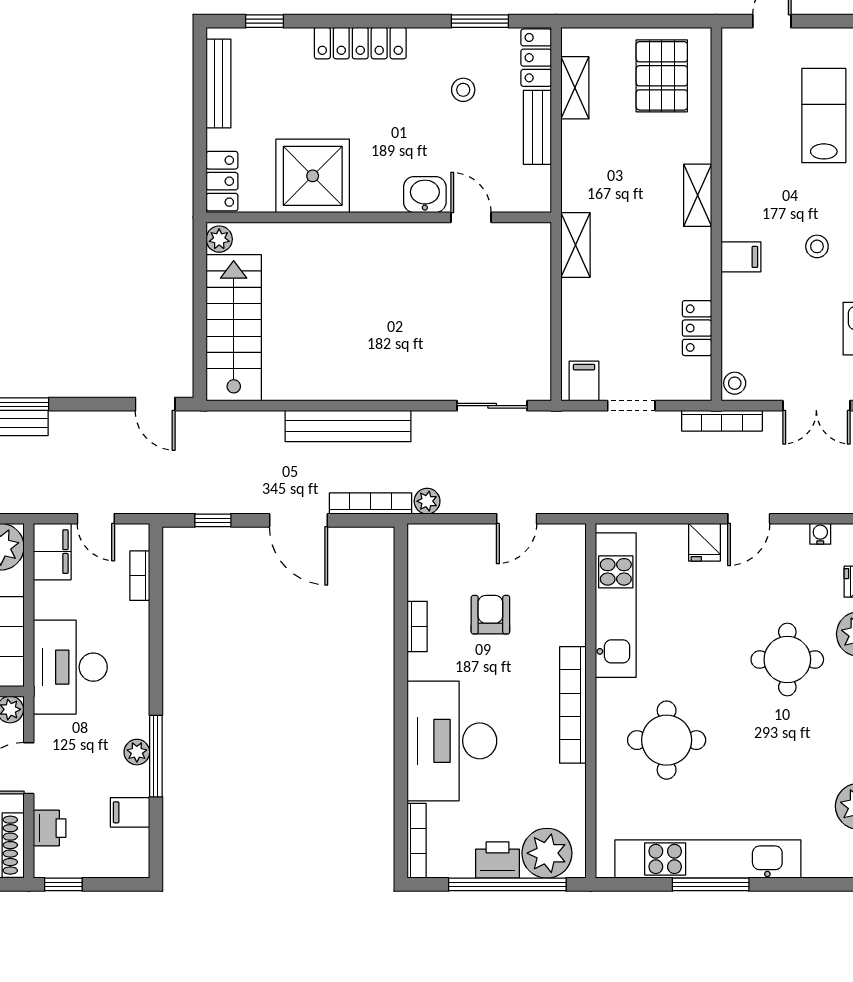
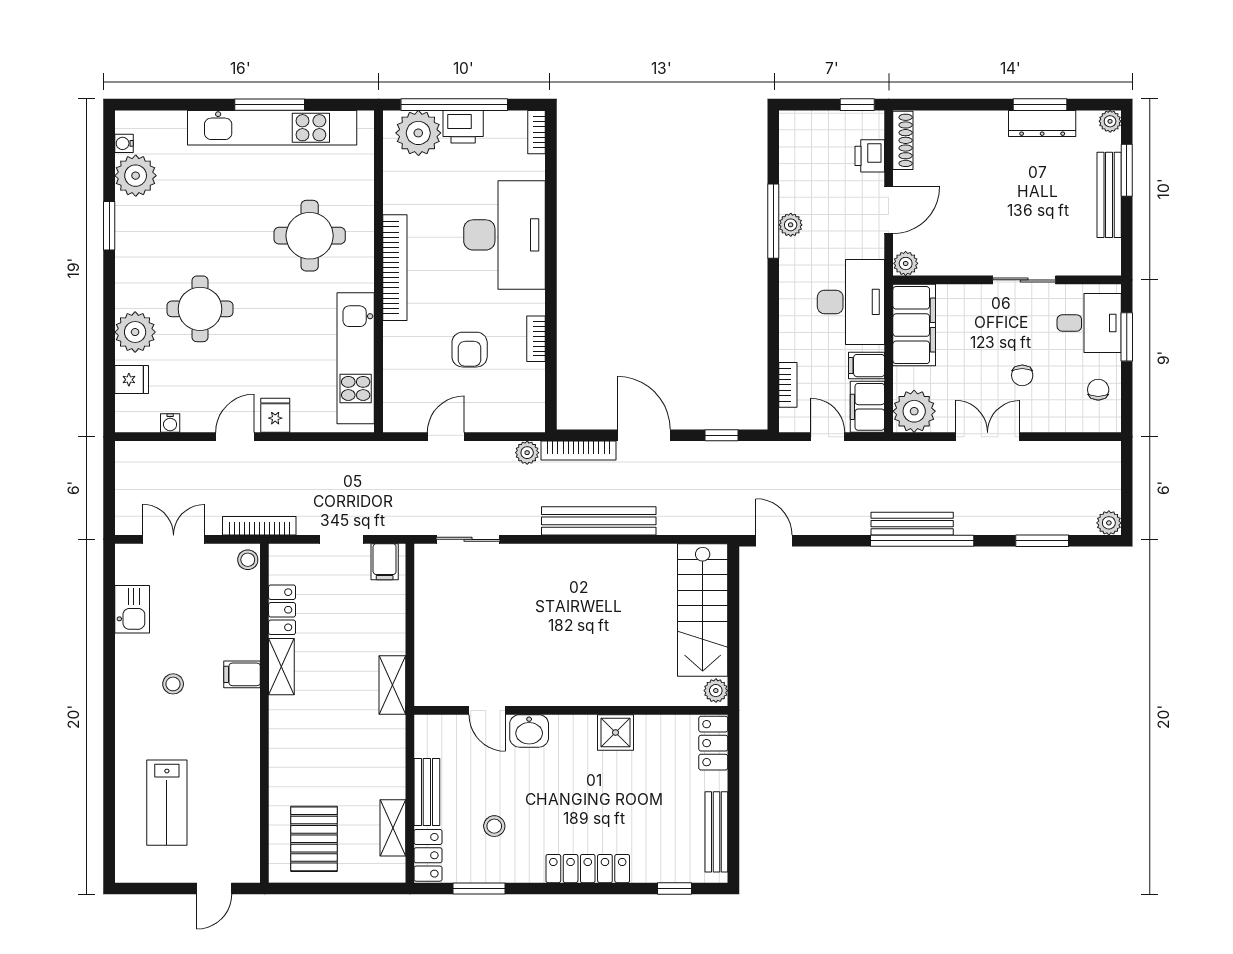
shower: (313, 176) -> (615, 733), width x0.54, depth x0.54
shelving: (698, 195) -> (281, 667), moved
filing cabinet: (130, 812) -> (867, 366), moved, turned 180
bookcase: (417, 841) -> (537, 132), width x0.64

